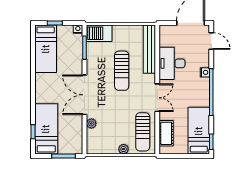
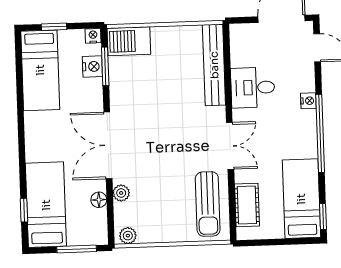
nightstand: (77, 47) -> (92, 66), added
desk: (172, 63) -> (253, 88), width x0.73
sun lounger: (122, 71) -> (169, 103), removed
floor lamp: (78, 127) -> (99, 200), added
plant: (124, 149) -> (128, 236), moved

